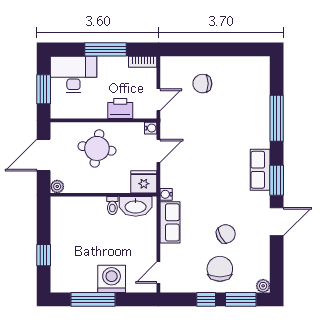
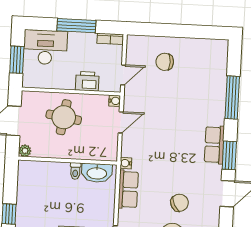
fridge: (144, 182) -> (106, 151), removed

